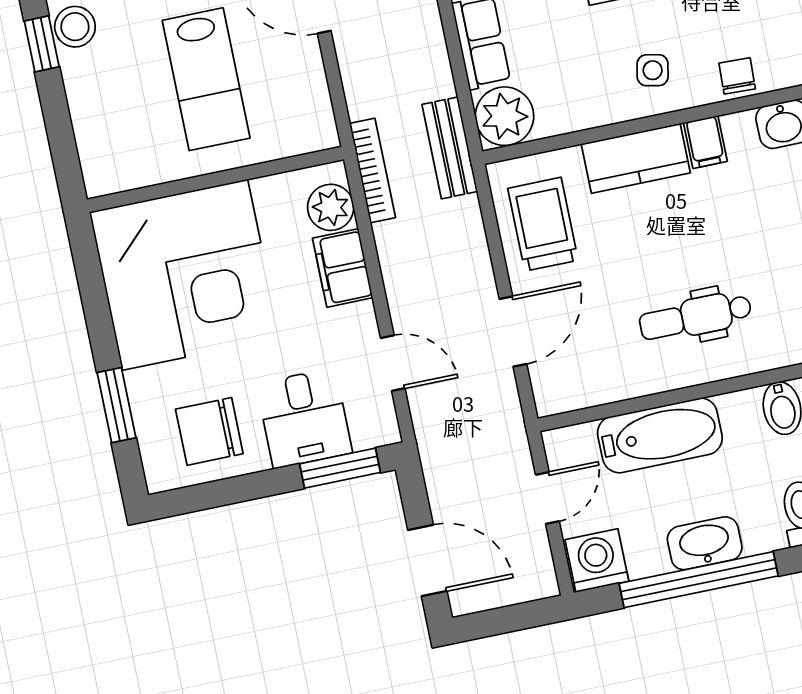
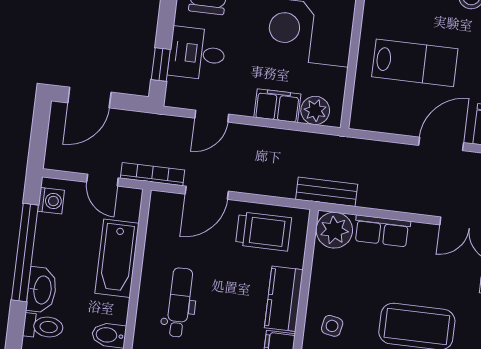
lab bench: (206, 79) -> (415, 63), turned 180
bookcase: (373, 171) -> (153, 174), moved, turned 180
door: (513, 331) -> (207, 193), hinge flipped
window: (340, 468) -> (161, 65), width x0.67
washbasin: (705, 543) -> (42, 290), moved
washing machine: (597, 560) -> (51, 201), width x0.73, depth x0.73

